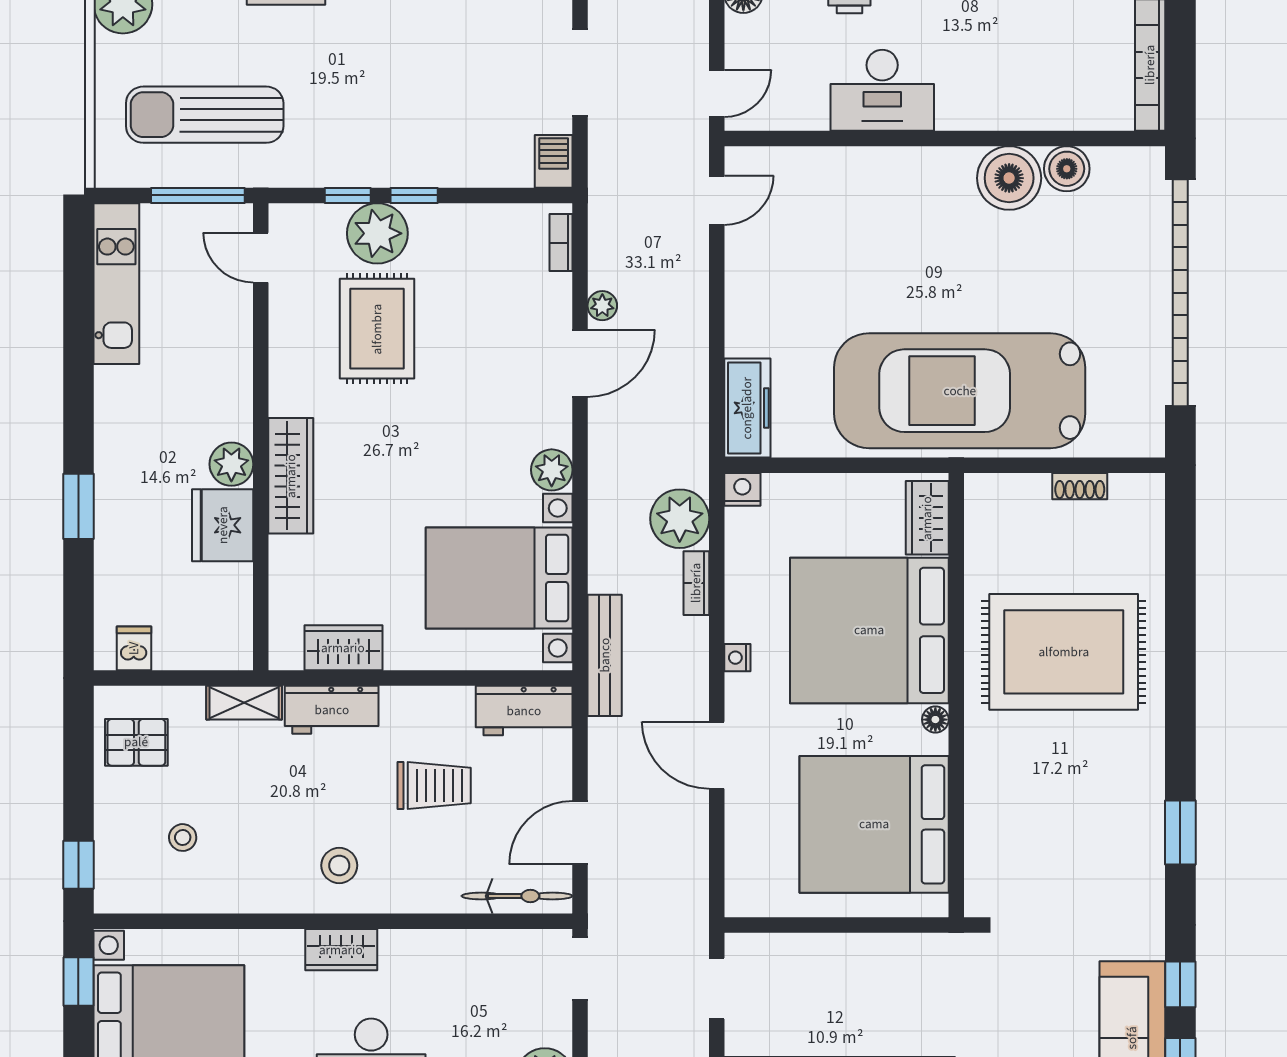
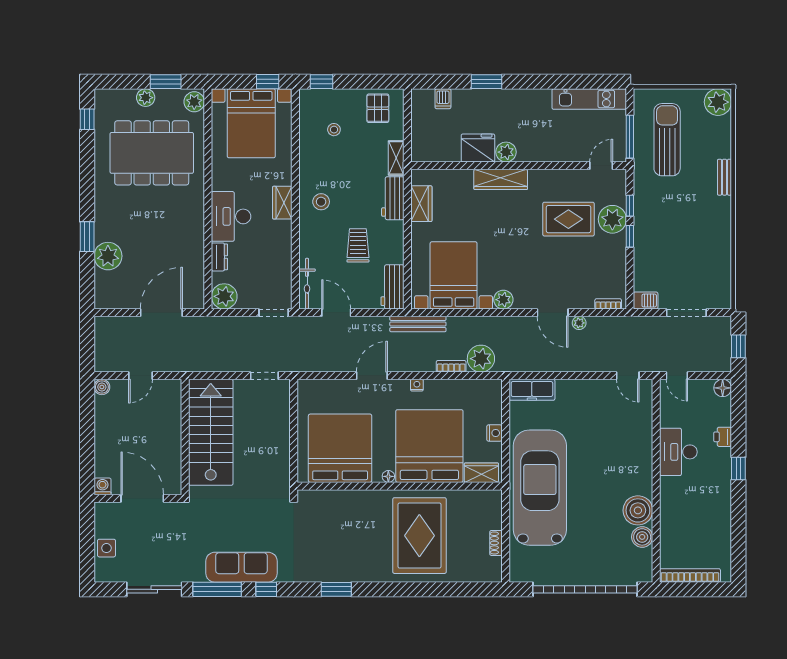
nightstand: (742, 489) -> (494, 433), moved
dishwasher: (134, 648) -> (443, 99), moved, turned 90
trolley: (434, 786) -> (358, 245), turned 180

